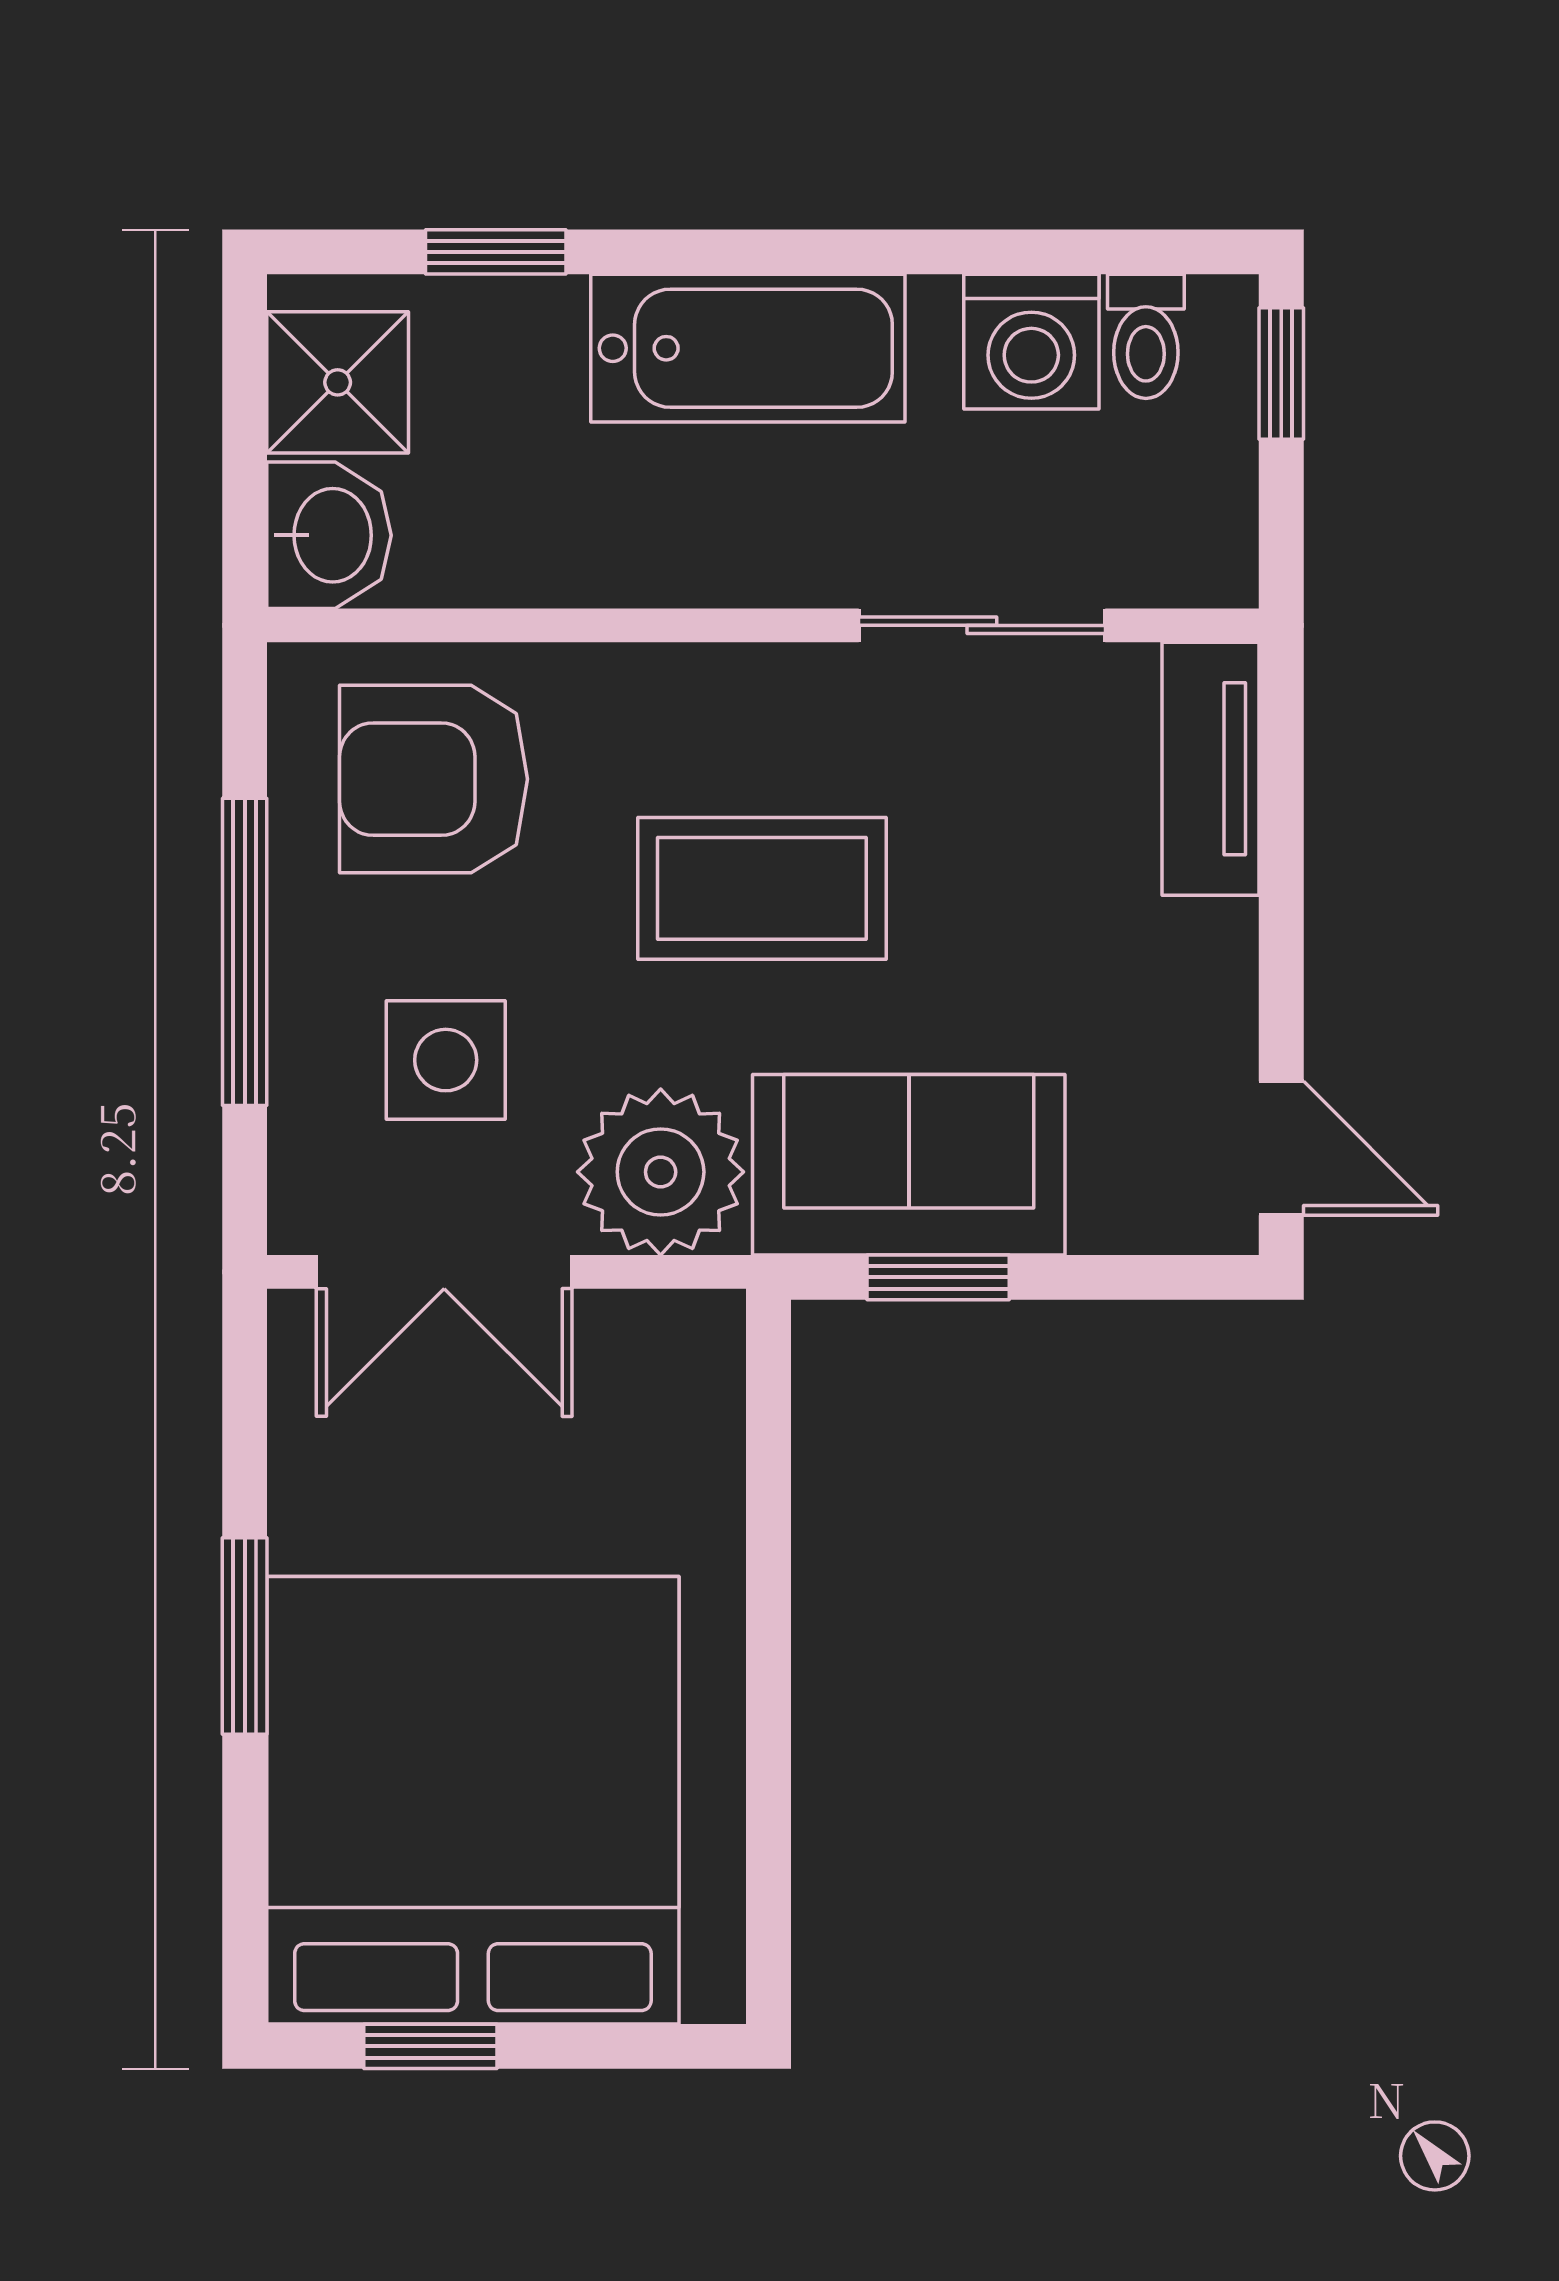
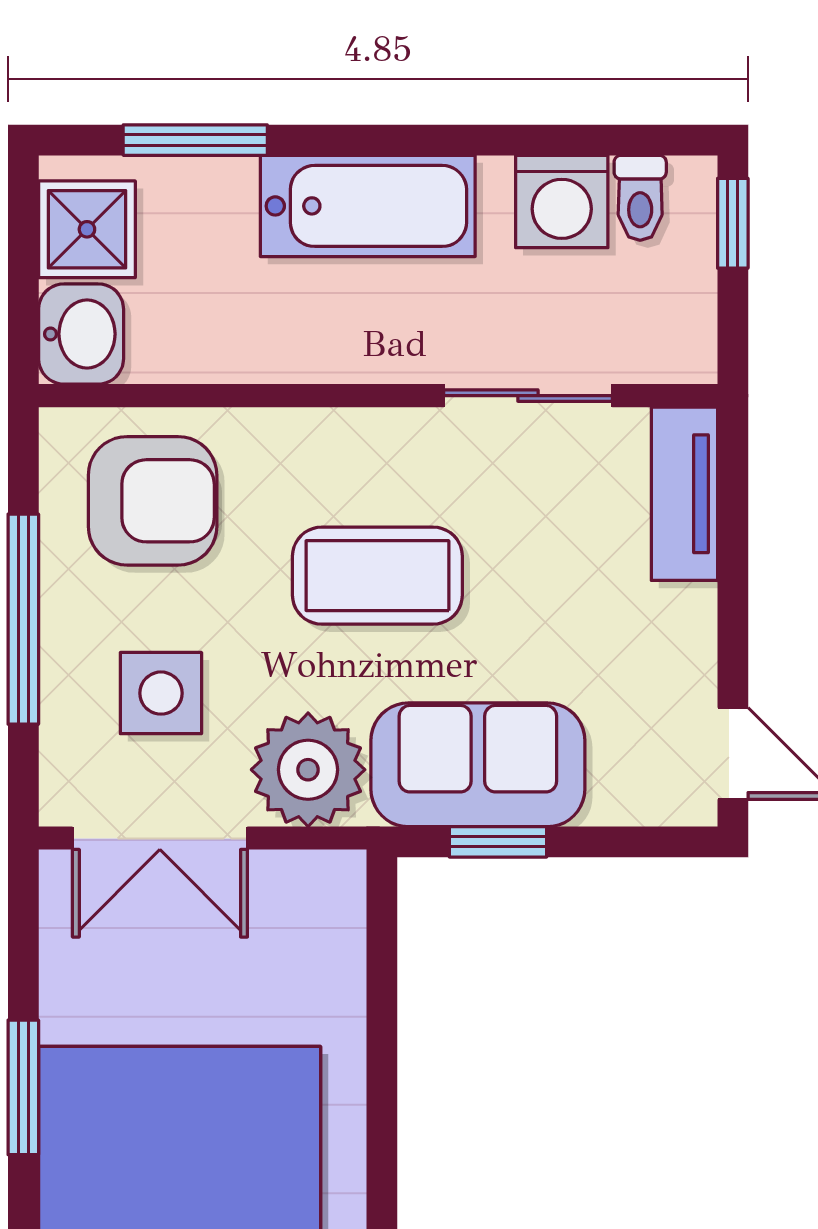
window: (496, 252) -> (195, 140), width x1.50
armchair: (433, 779) -> (153, 501), turned 180

